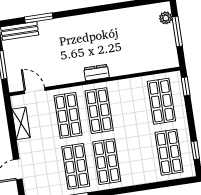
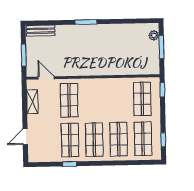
window: (39, 18) -> (86, 22), moved
dresser: (96, 73) -> (95, 70), removed
shop shelf: (99, 111) -> (119, 139), moved

